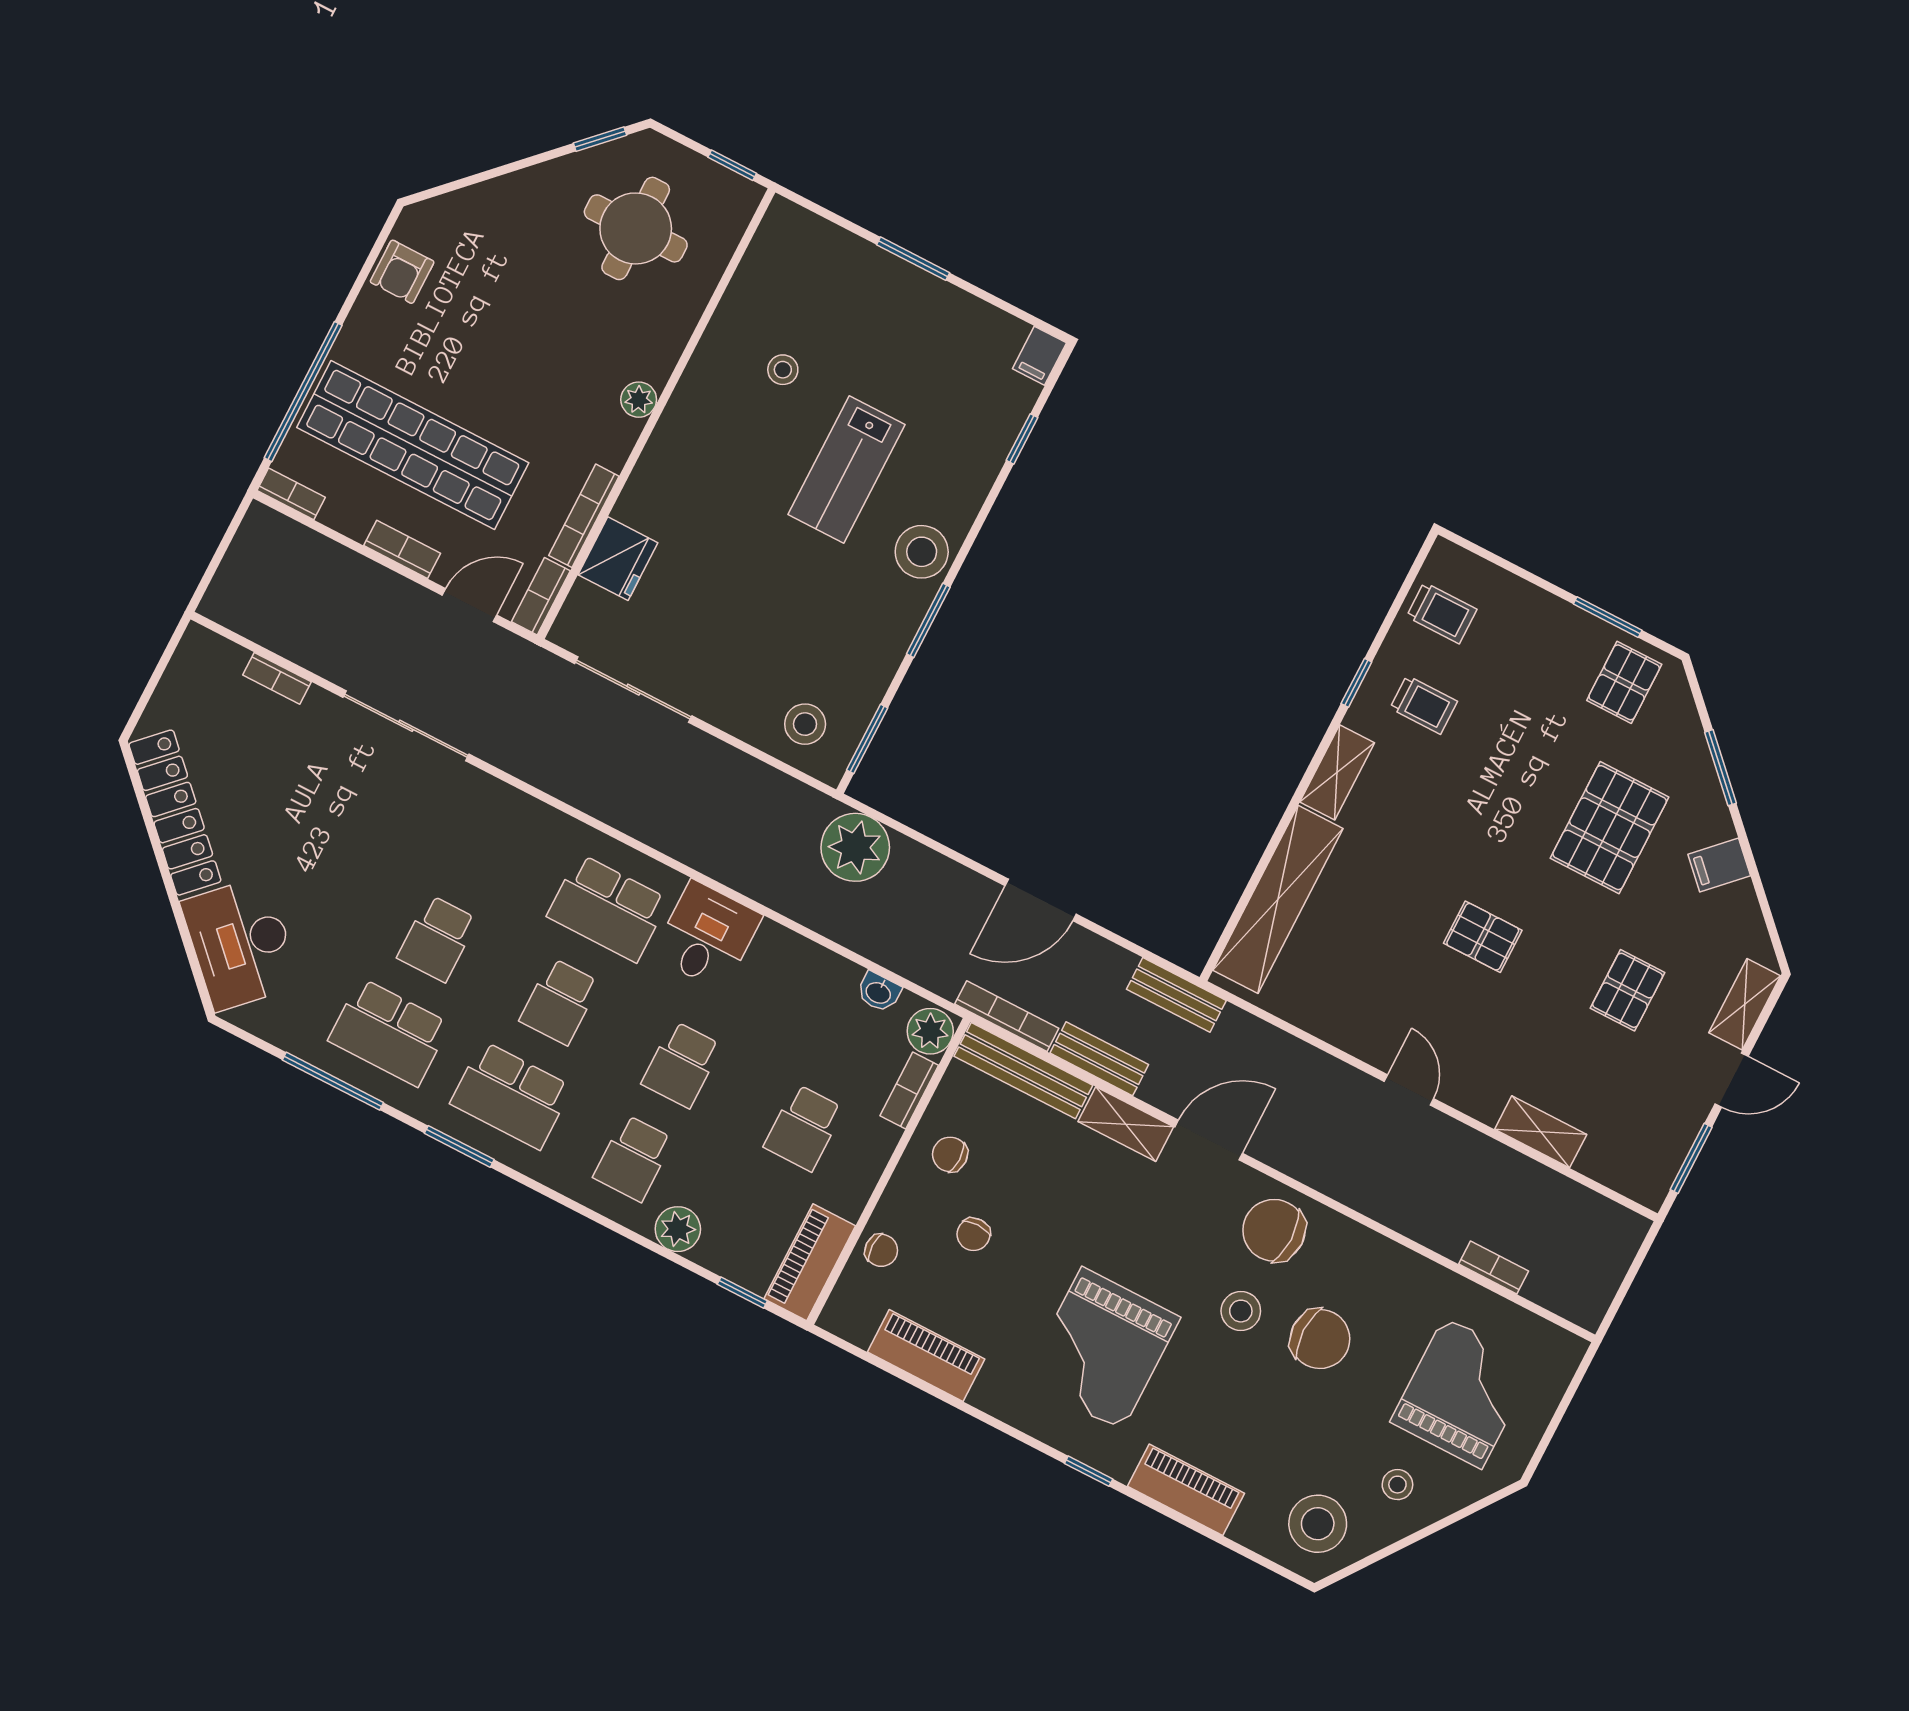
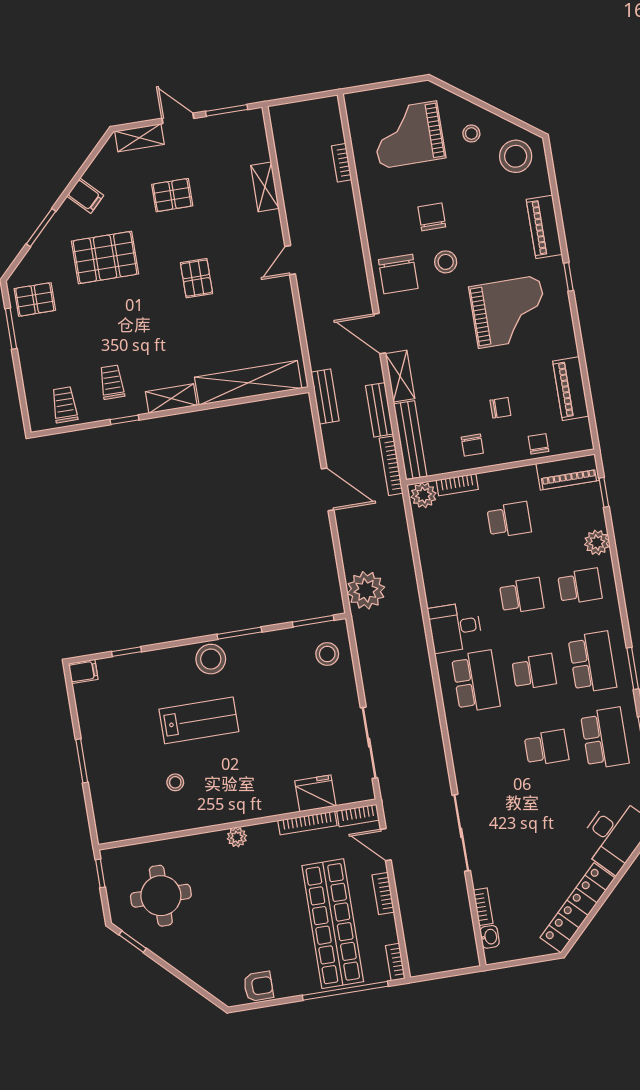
washbasin: (879, 992) -> (490, 937), moved
chair: (1320, 1339) -> (432, 217), width x0.73, depth x0.73

